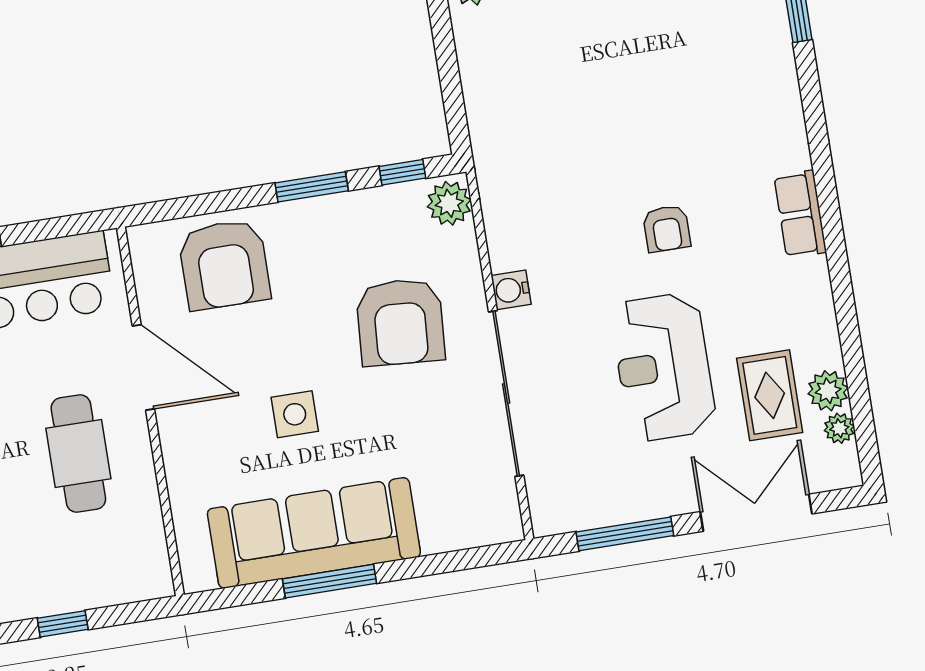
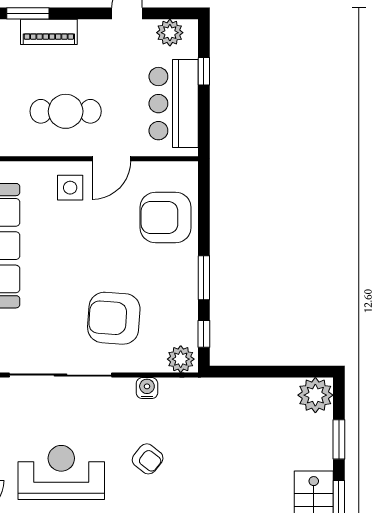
armchair: (667, 229) -> (148, 459), moved, turned -142
water cooler: (511, 290) -> (147, 388), moved
door: (143, 367) -> (111, 159), width x0.73
side table: (295, 414) -> (70, 188), moved

